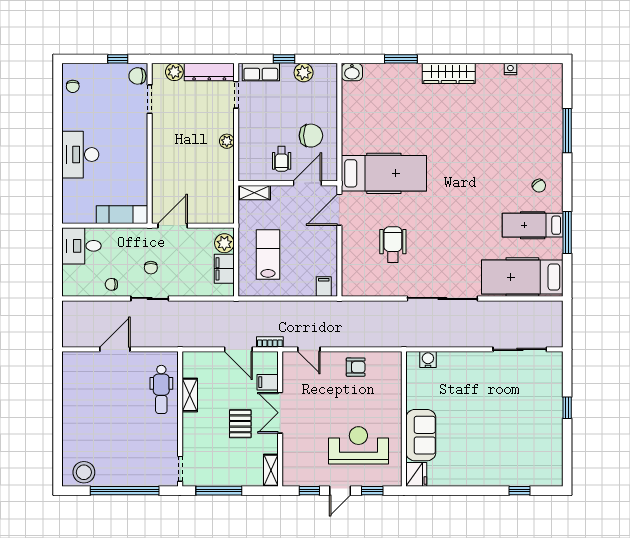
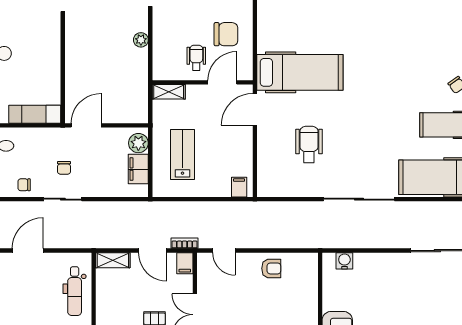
wheelchair: (282, 159) -> (196, 58), turned 180
filing cabinet: (268, 382) -> (185, 263), moved, turned -90
shelving: (190, 395) -> (113, 260), moved, turned 90

